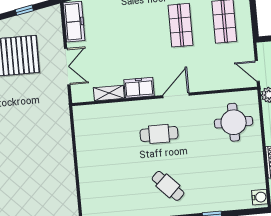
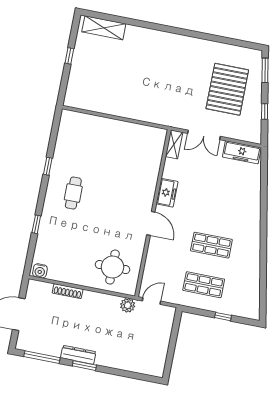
shelving: (109, 93) -> (174, 144), moved
cafe table: (159, 134) -> (121, 199), removed
cafe table: (168, 186) -> (73, 193), turned -46

